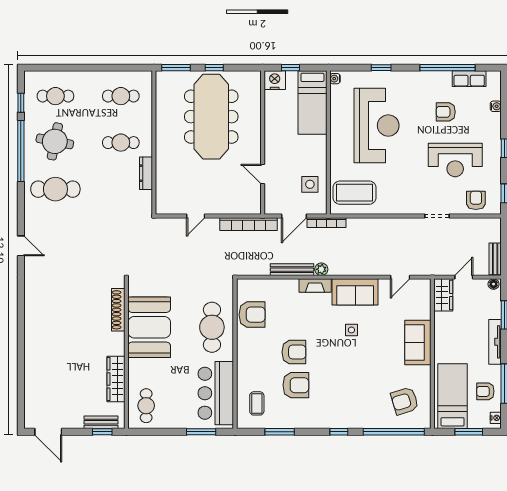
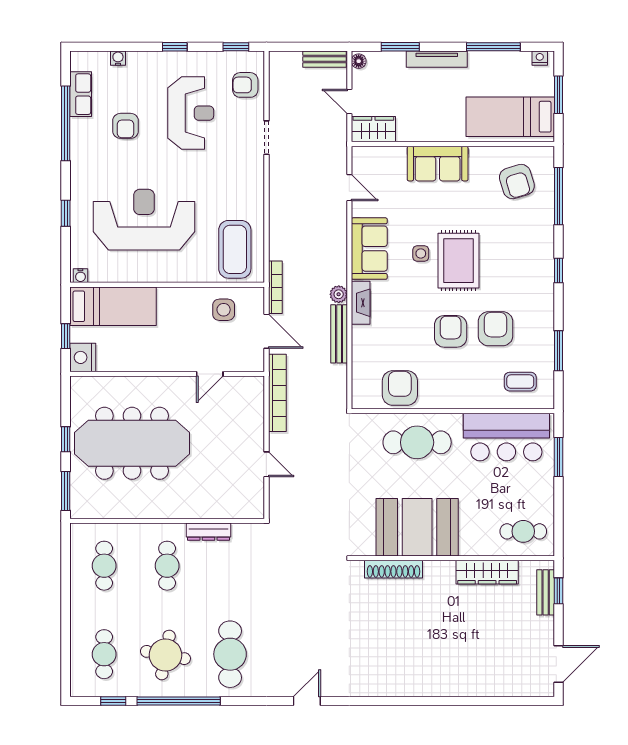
rug: (346, 358) -> (458, 261), added
armchair: (485, 391) -> (504, 72), removed
window: (394, 432) -> (558, 196), width x0.68

